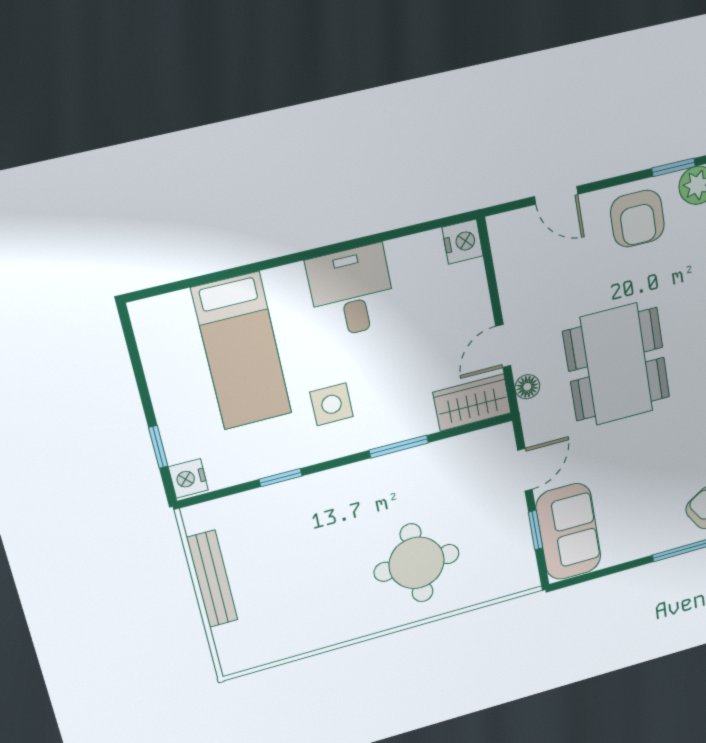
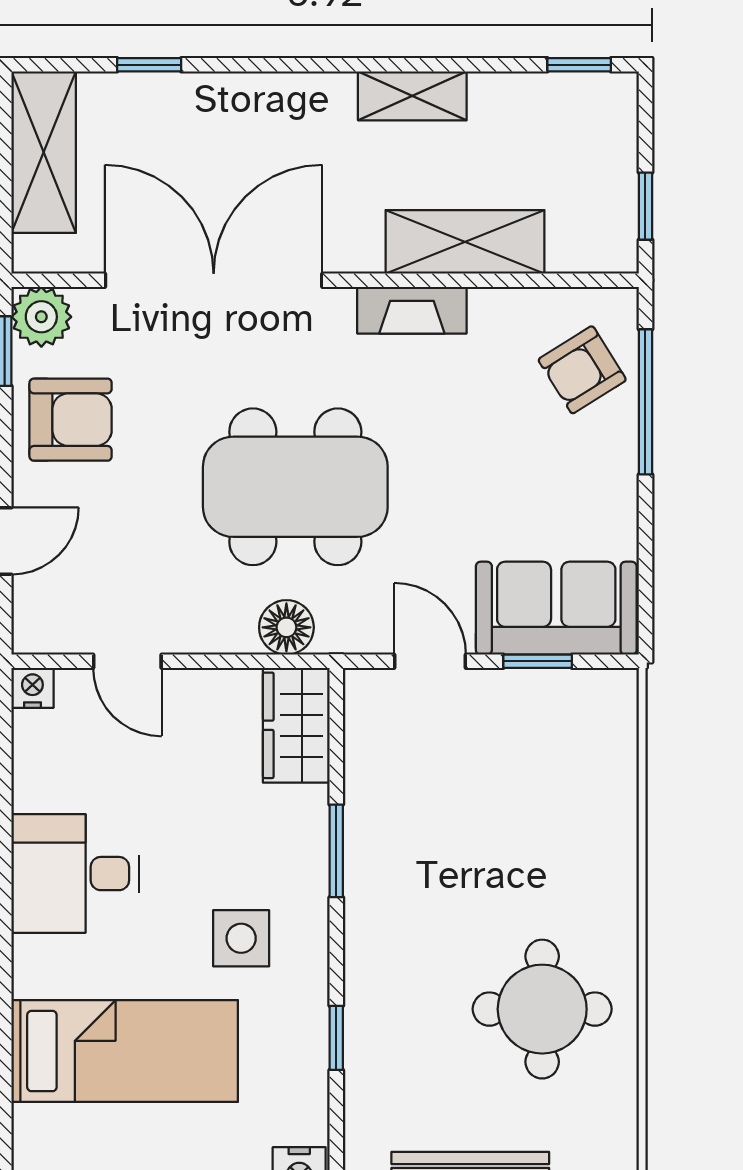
nightstand: (463, 242) -> (32, 688), width x0.72, depth x0.74
door: (503, 346) -> (127, 661), moved
floor lamp: (527, 387) -> (286, 627), width x1.37, depth x1.37
round table: (417, 563) -> (542, 1009), moved

